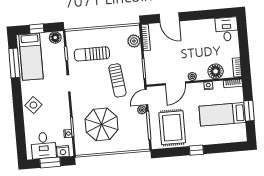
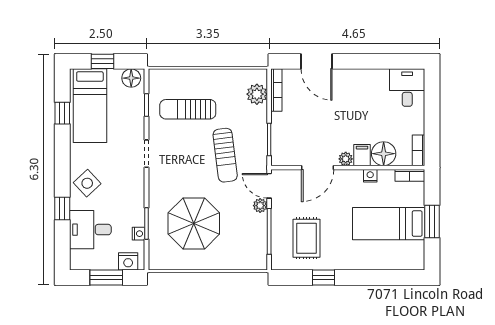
window: (14, 63) -> (62, 113), width x0.46
filing cabinet: (202, 73) -> (362, 155), added
door: (146, 97) -> (269, 186), hinge flipped
window: (19, 122) -> (62, 208), added
rug: (172, 128) -> (307, 238), width x0.73, depth x0.70
desk: (43, 145) -> (90, 230), moved, turned 90
window: (196, 150) -> (324, 277), moved

